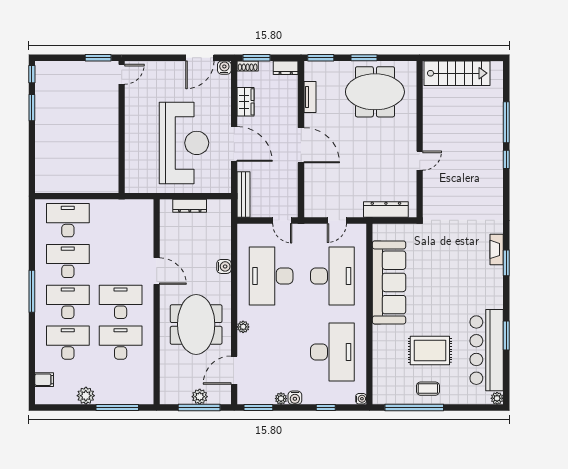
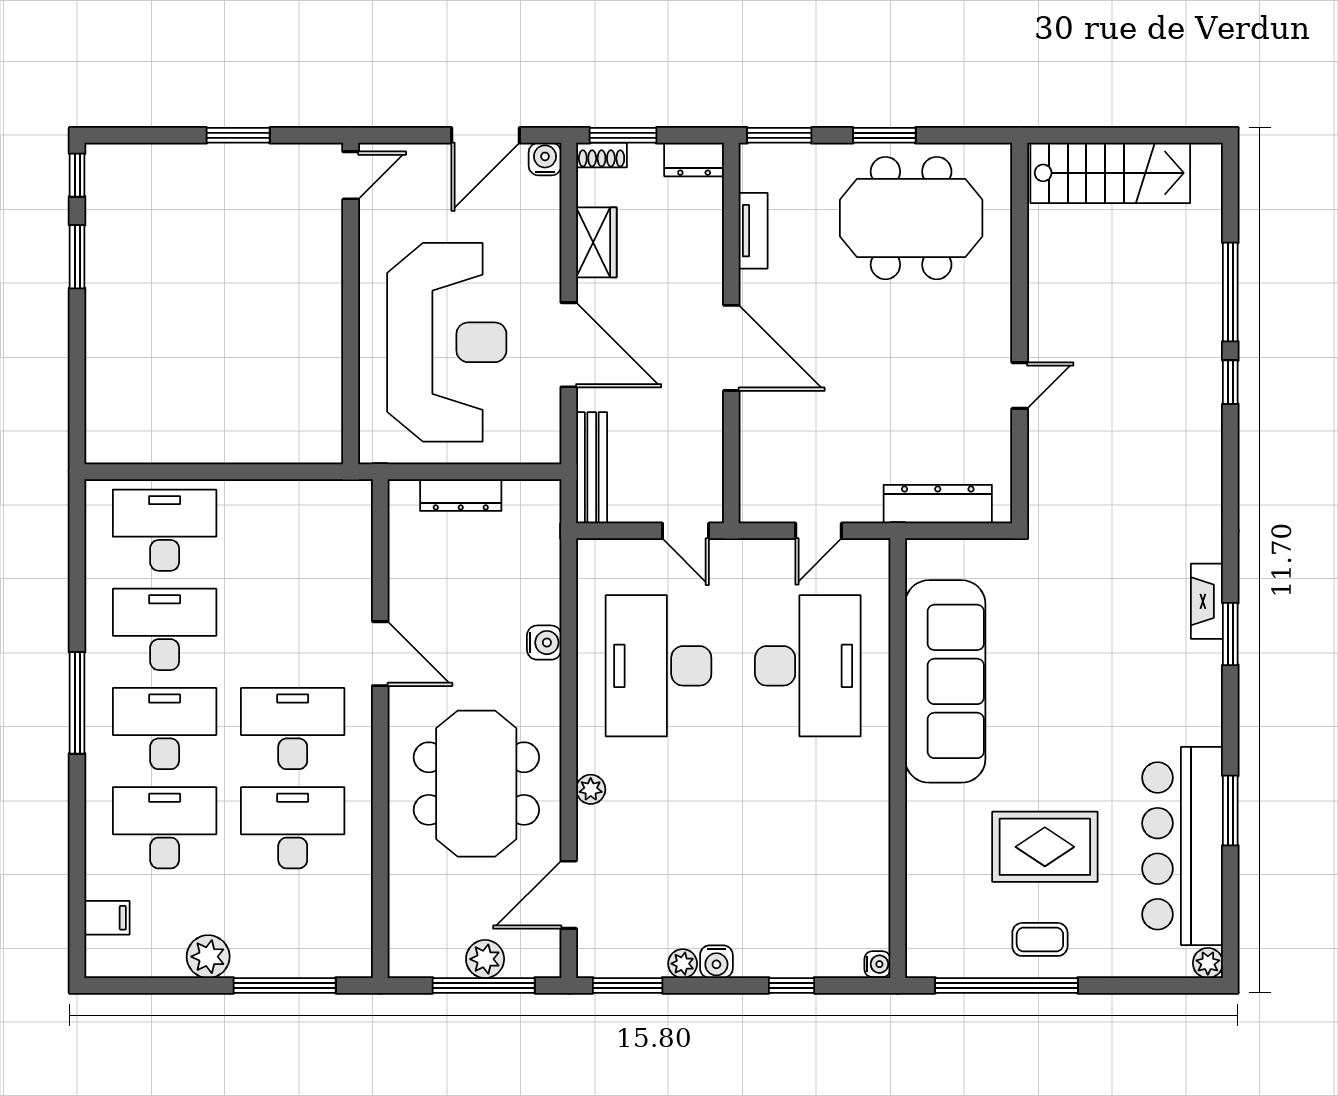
door: (122, 74) -> (351, 175), moved
wall: (122, 127) -> (351, 304), moved
desk: (332, 352) -> (808, 850), removed

